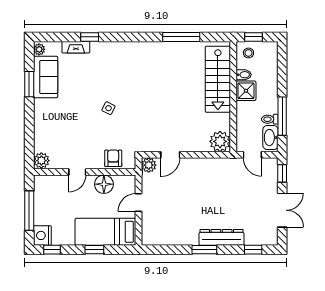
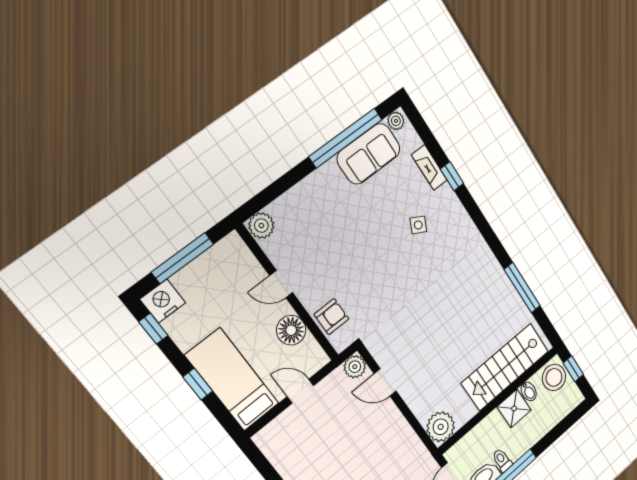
stool: (248, 53) -> (554, 377), width x1.89, depth x1.89
window: (29, 84) -> (346, 138), width x2.11
side table: (108, 108) -> (418, 225), moved

